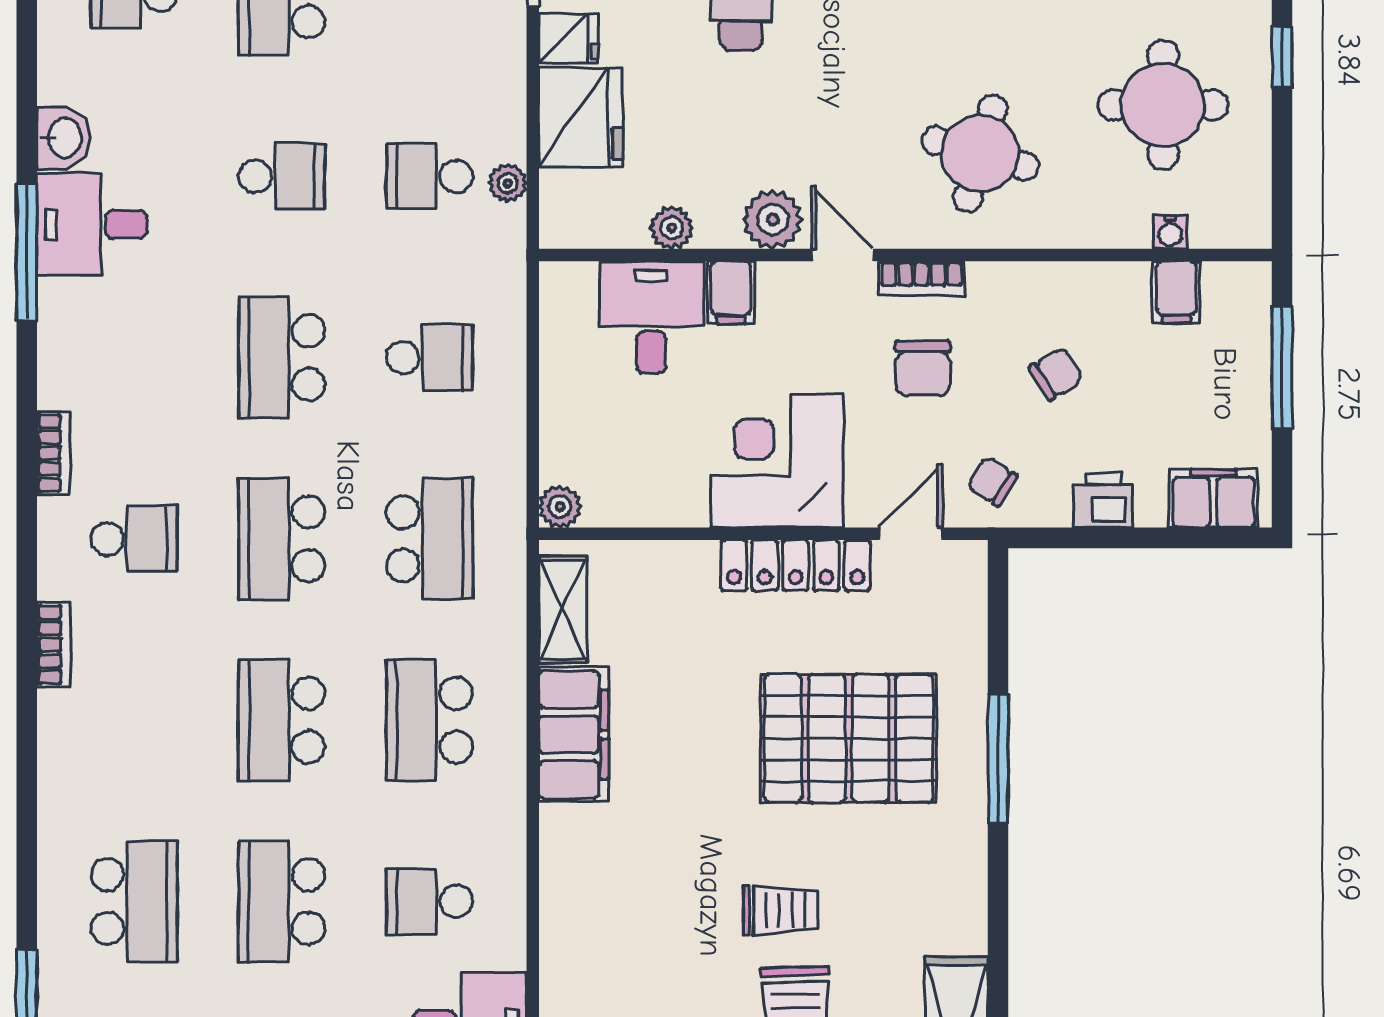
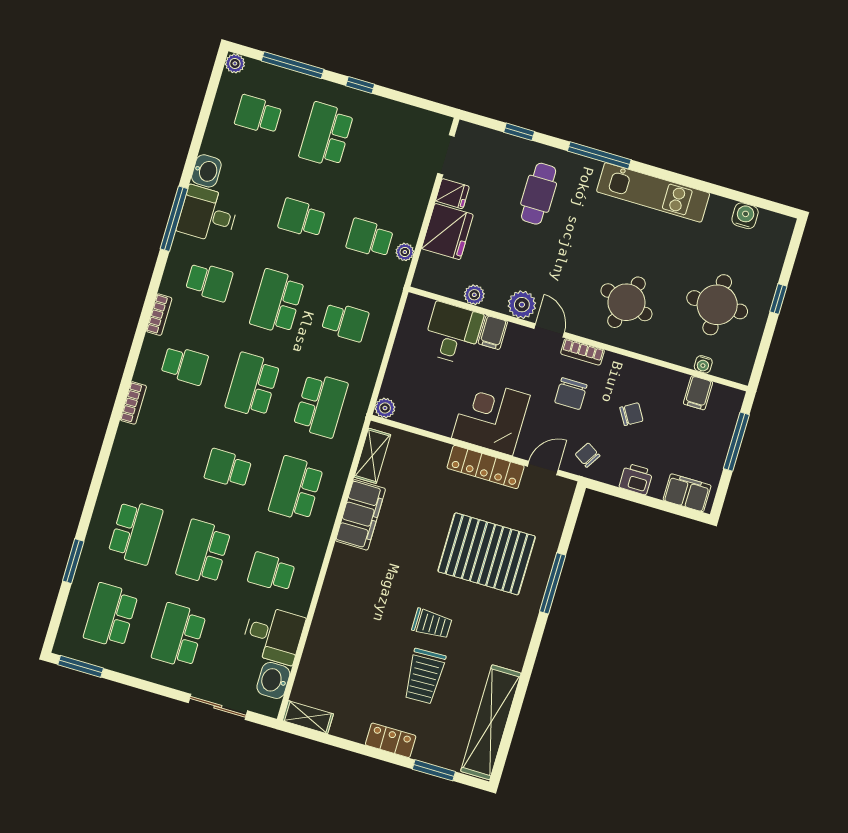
school desk: (282, 176) -> (302, 218), turned 180
school desk: (134, 358) -> (209, 282), added
school desk: (282, 720) -> (228, 469), width x0.54

